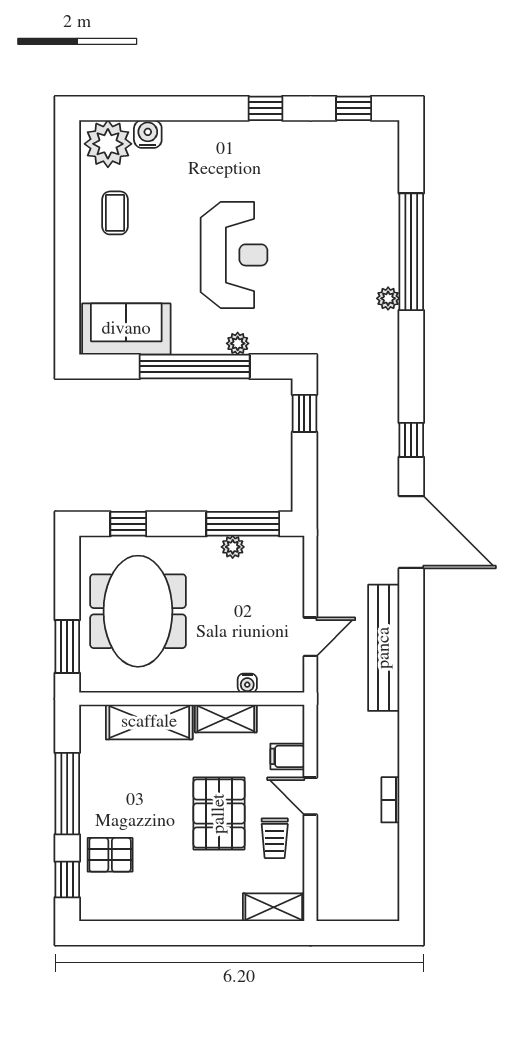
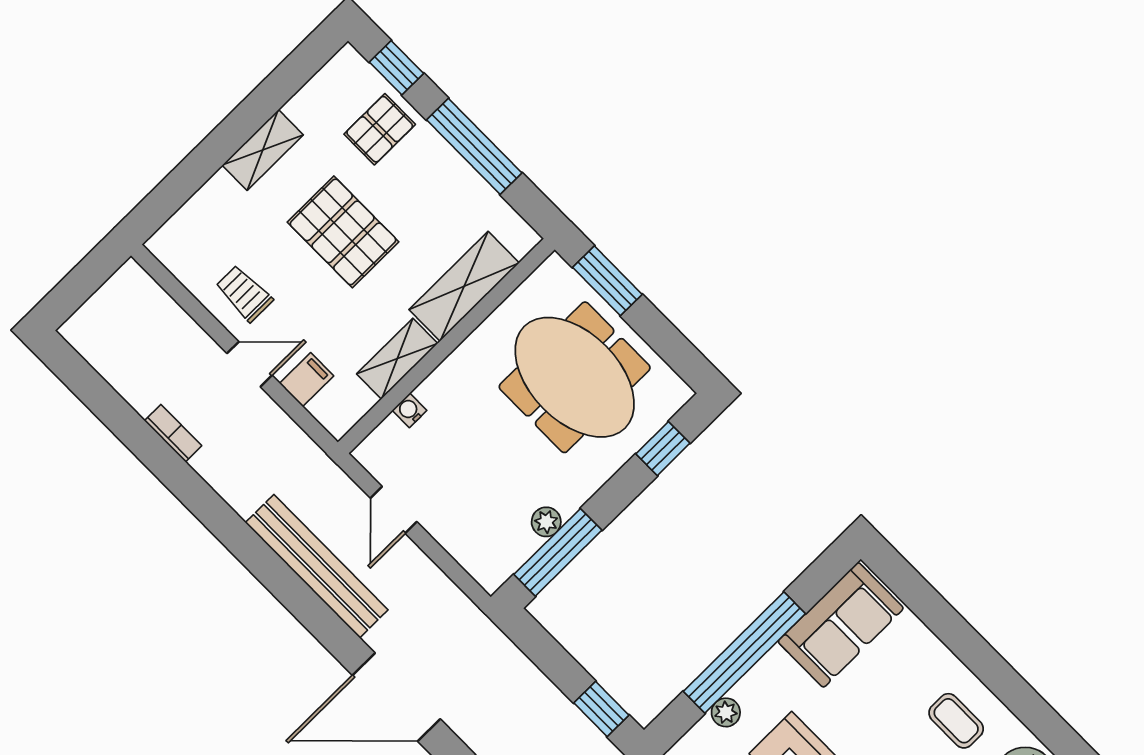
pallet: (219, 814) -> (343, 232), moved
shelving: (274, 907) -> (263, 150), moved

